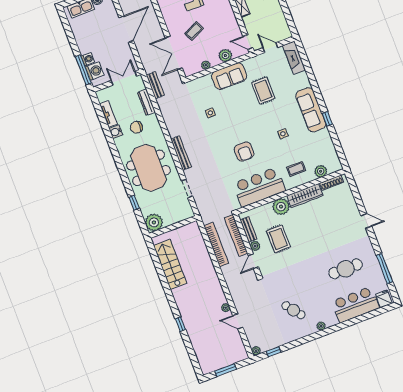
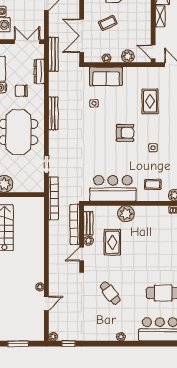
sofa: (229, 76) -> (106, 76), moved
bench: (155, 85) -> (53, 54), width x1.36
armchair: (244, 152) -> (125, 133), moved, turned -90
bench: (181, 153) -> (53, 113), moved
wardrobe: (305, 196) -> (152, 212), removed
bookcase: (216, 244) -> (53, 198), moved
cafe table: (293, 310) -> (110, 293), moved
door: (238, 321) -> (46, 303), swing flipped

